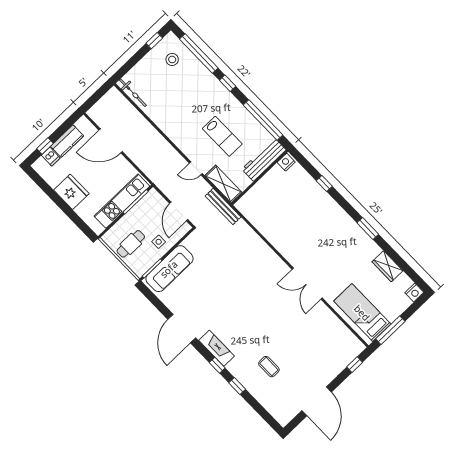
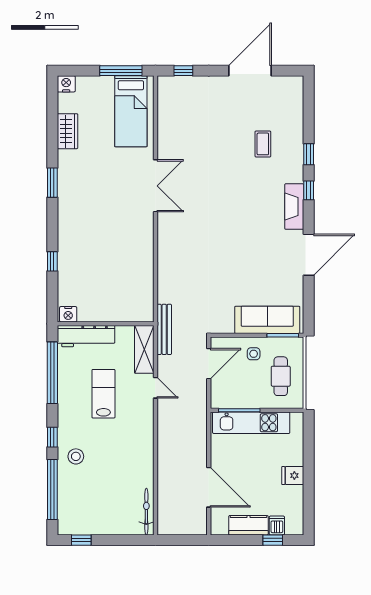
stool: (172, 59) -> (76, 456), moved
fridge: (71, 192) -> (293, 476), width x0.53, depth x0.75
cafe table: (131, 244) -> (281, 376), turned 90

